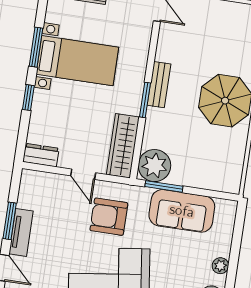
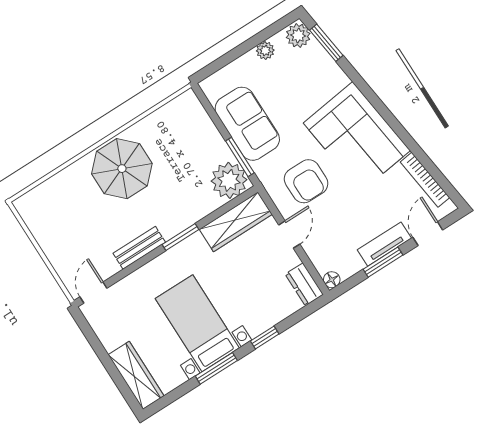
bench: (159, 85) -> (139, 248), moved
floor lamp: (28, 176) -> (332, 280), added

